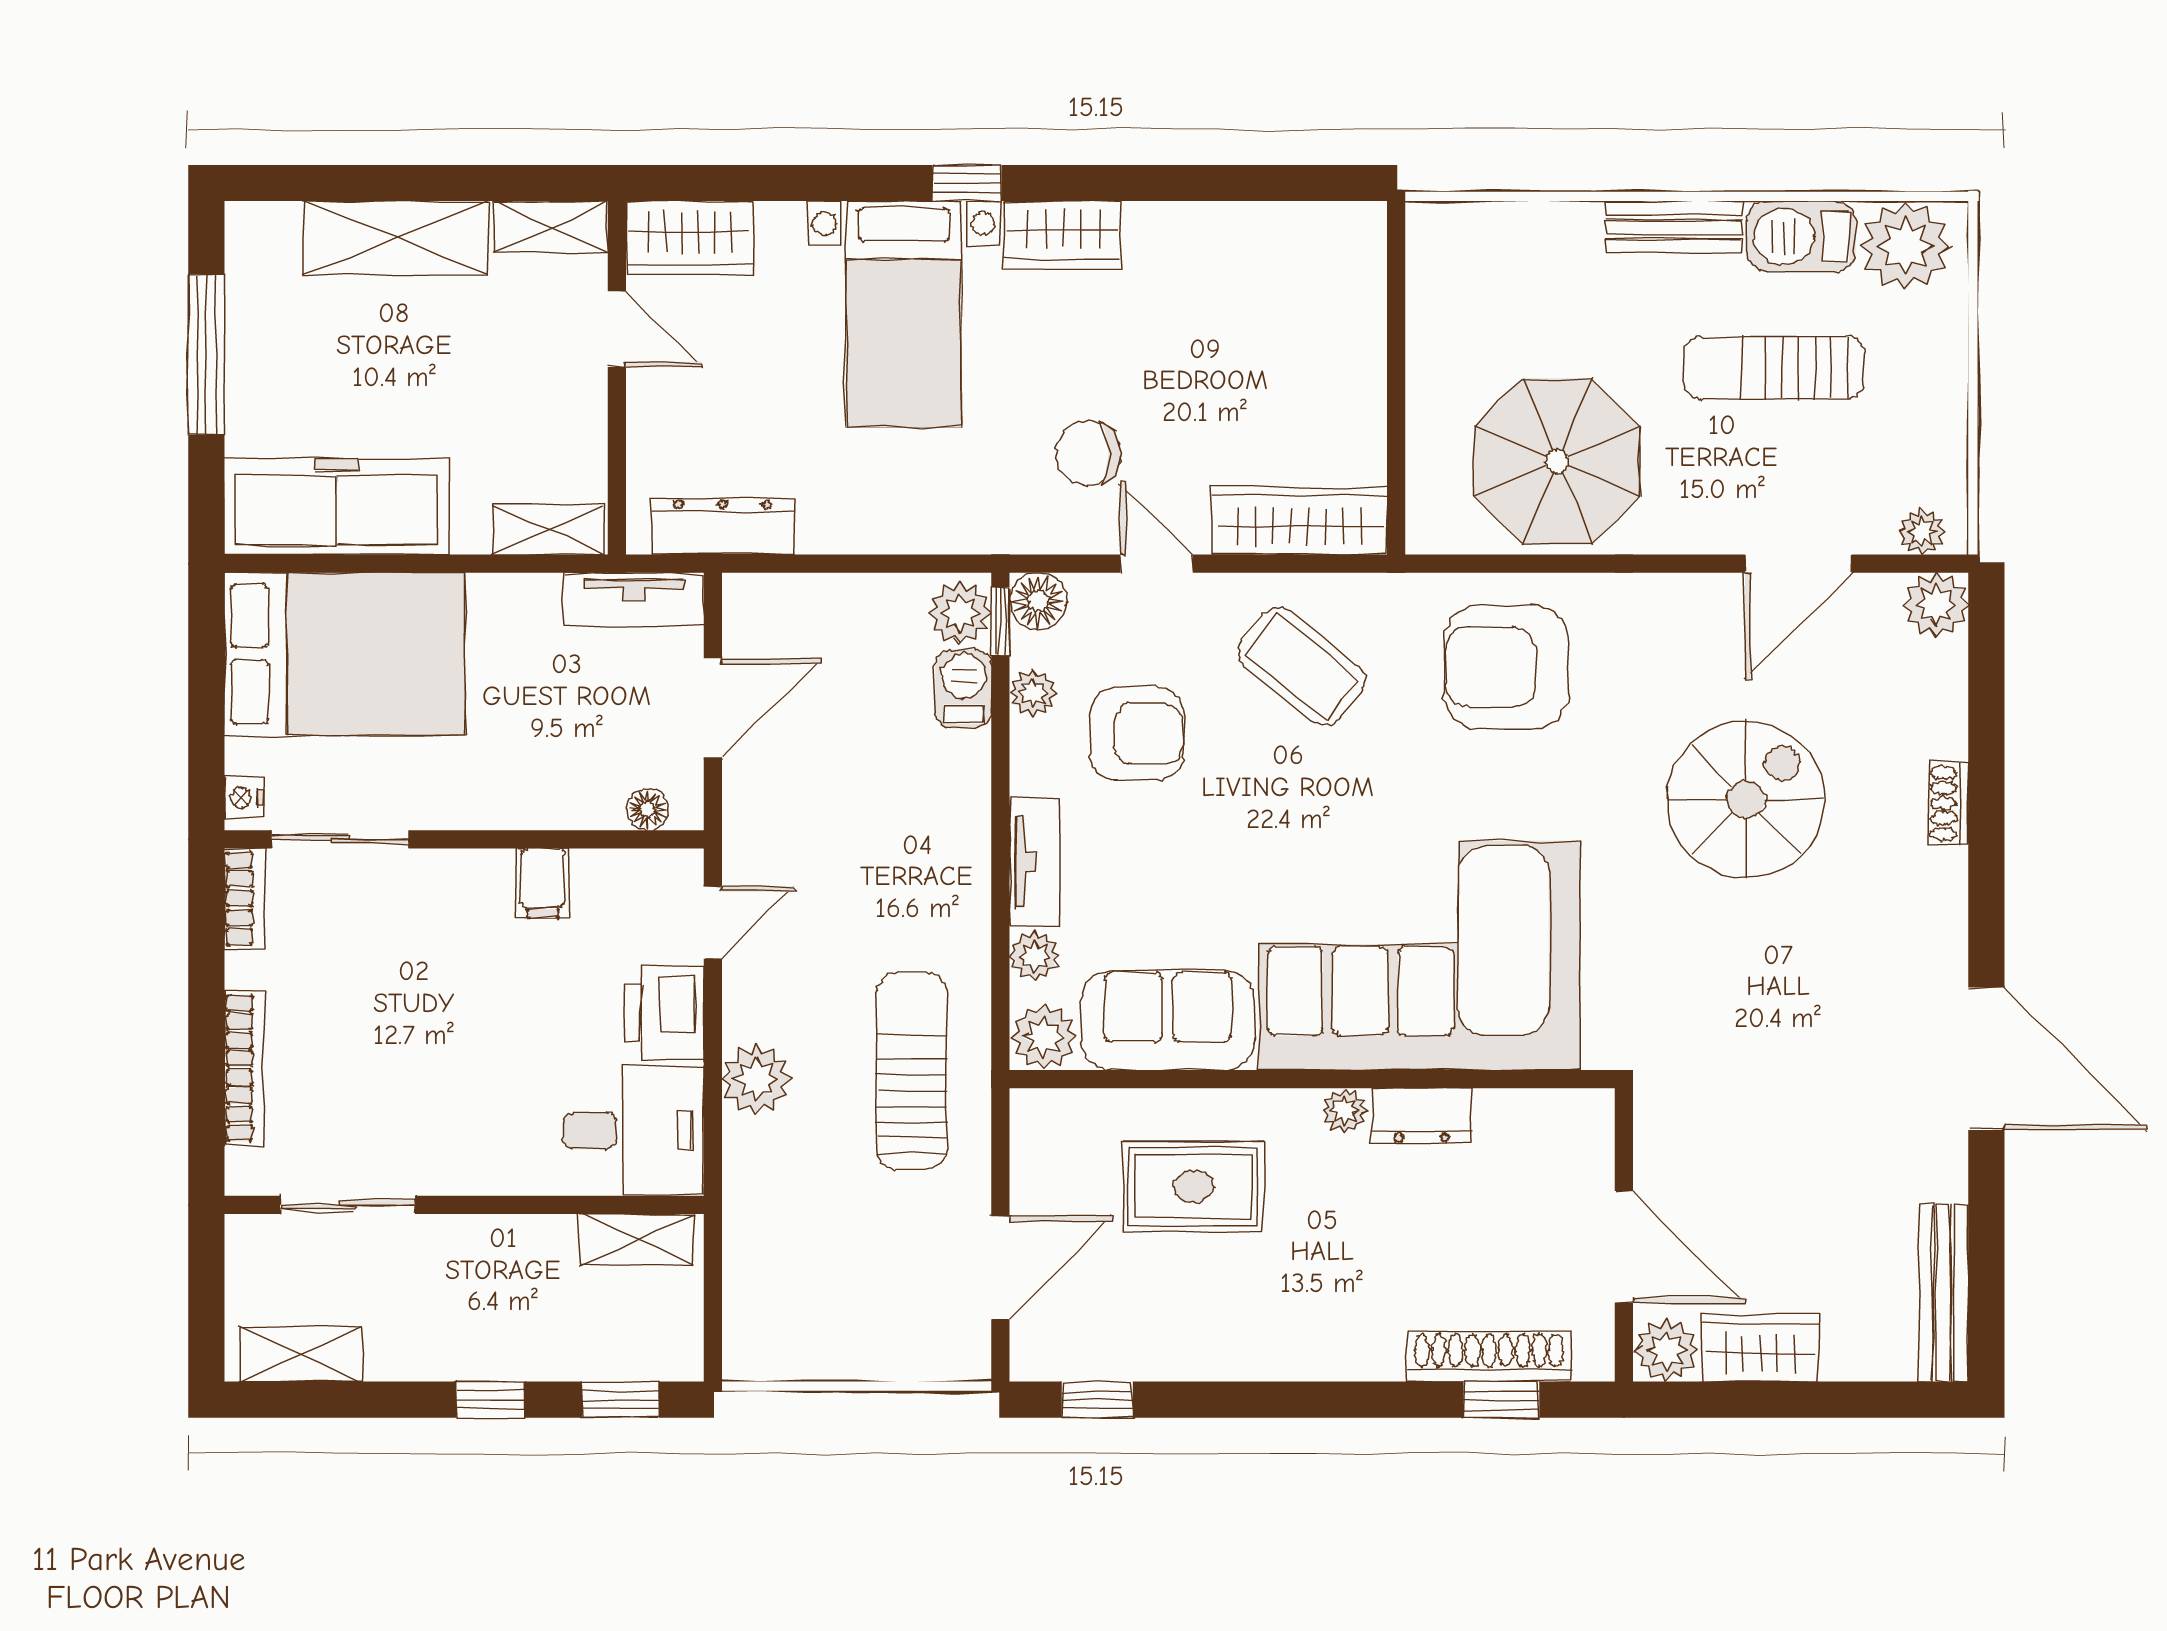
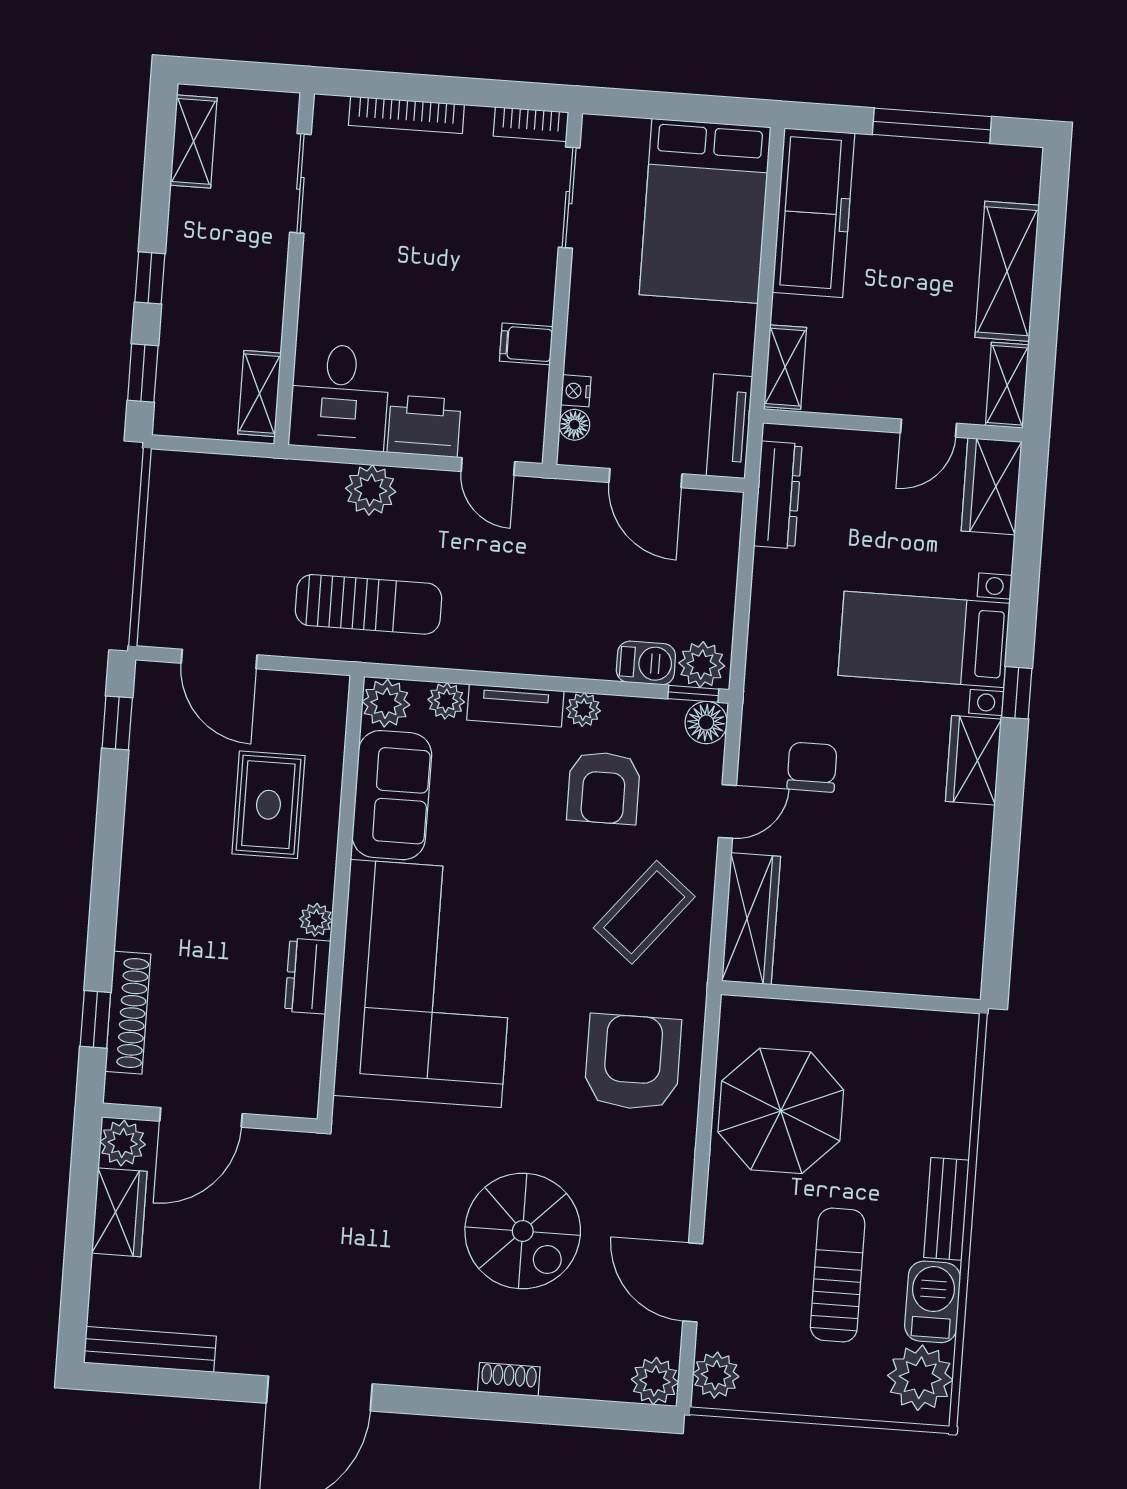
plant: (1922, 532) -> (716, 1375), width x1.38, depth x1.38
plant: (1033, 693) -> (583, 710), moved
nightstand: (244, 798) -> (576, 391), moved, turned -90

